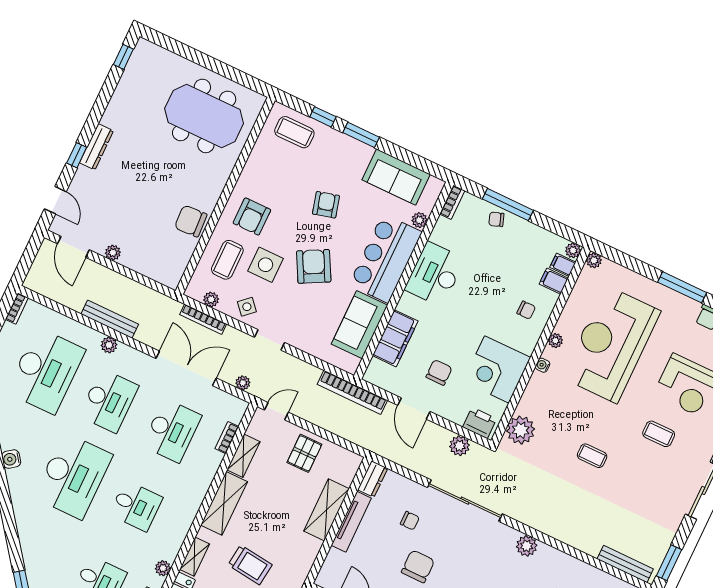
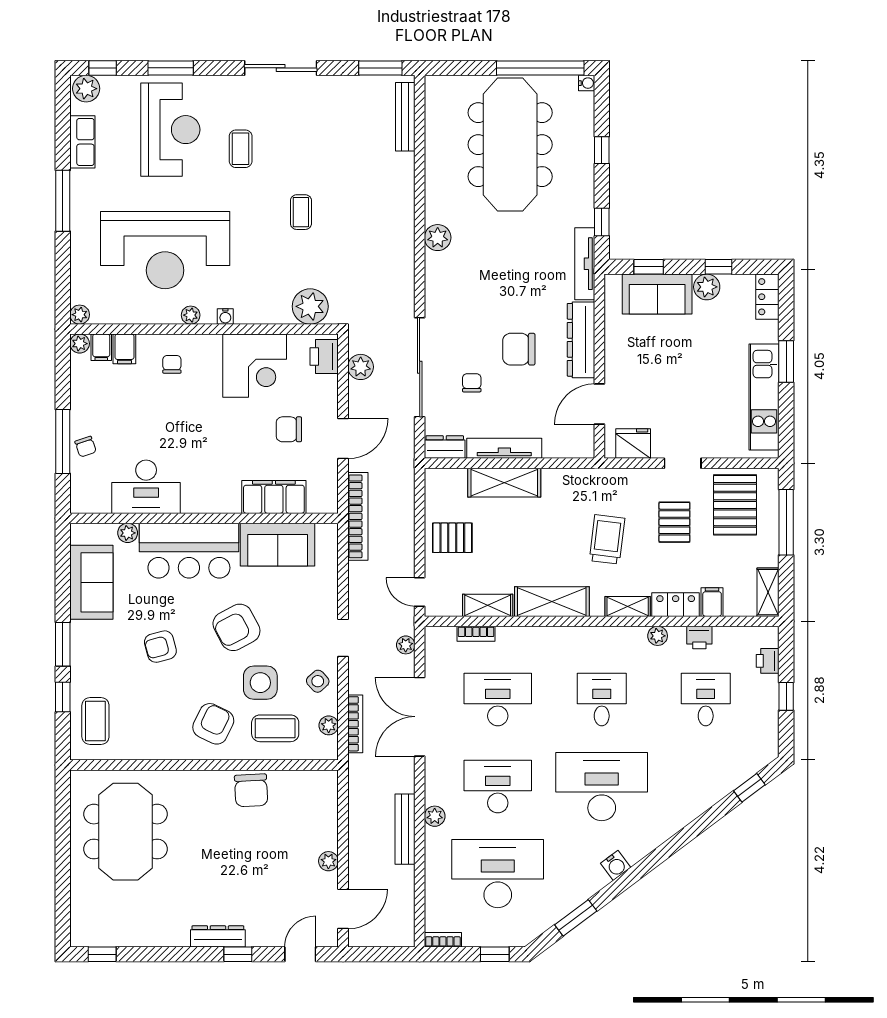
bookcase: (452, 202) -> (90, 505), removed
armchair: (252, 216) -> (213, 724), turned -64
desk: (435, 274) -> (146, 487), moved
sliding door: (465, 501) -> (420, 367), moved

